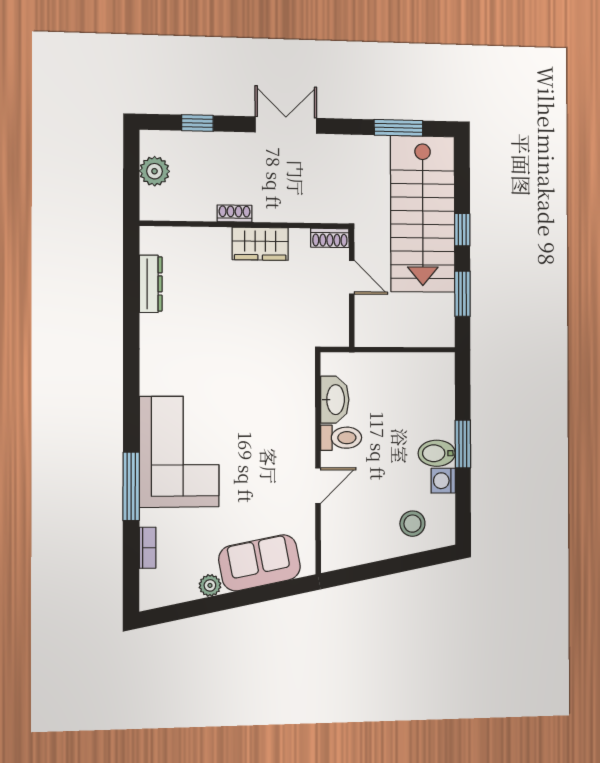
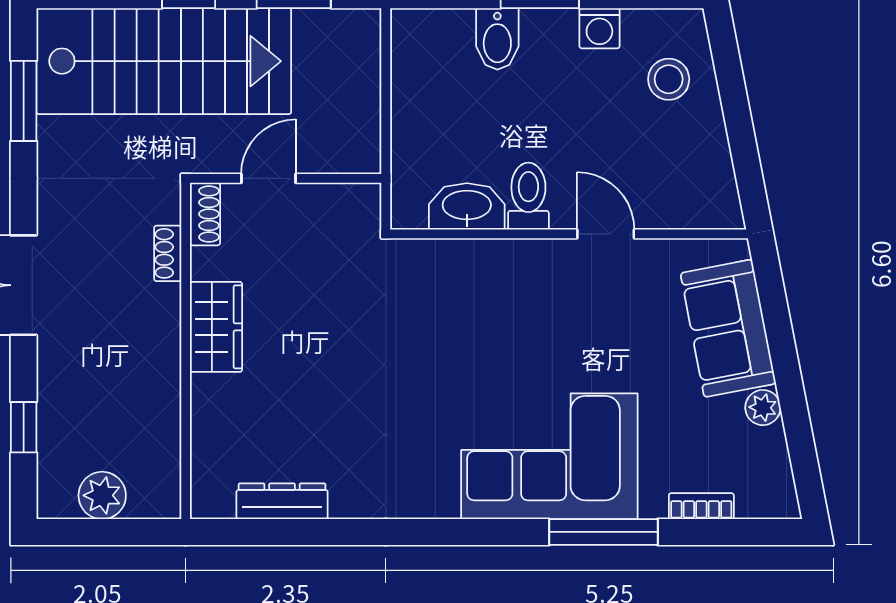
shoe rack: (235, 213) -> (168, 253), moved
bidet: (437, 453) -> (497, 39), moved

